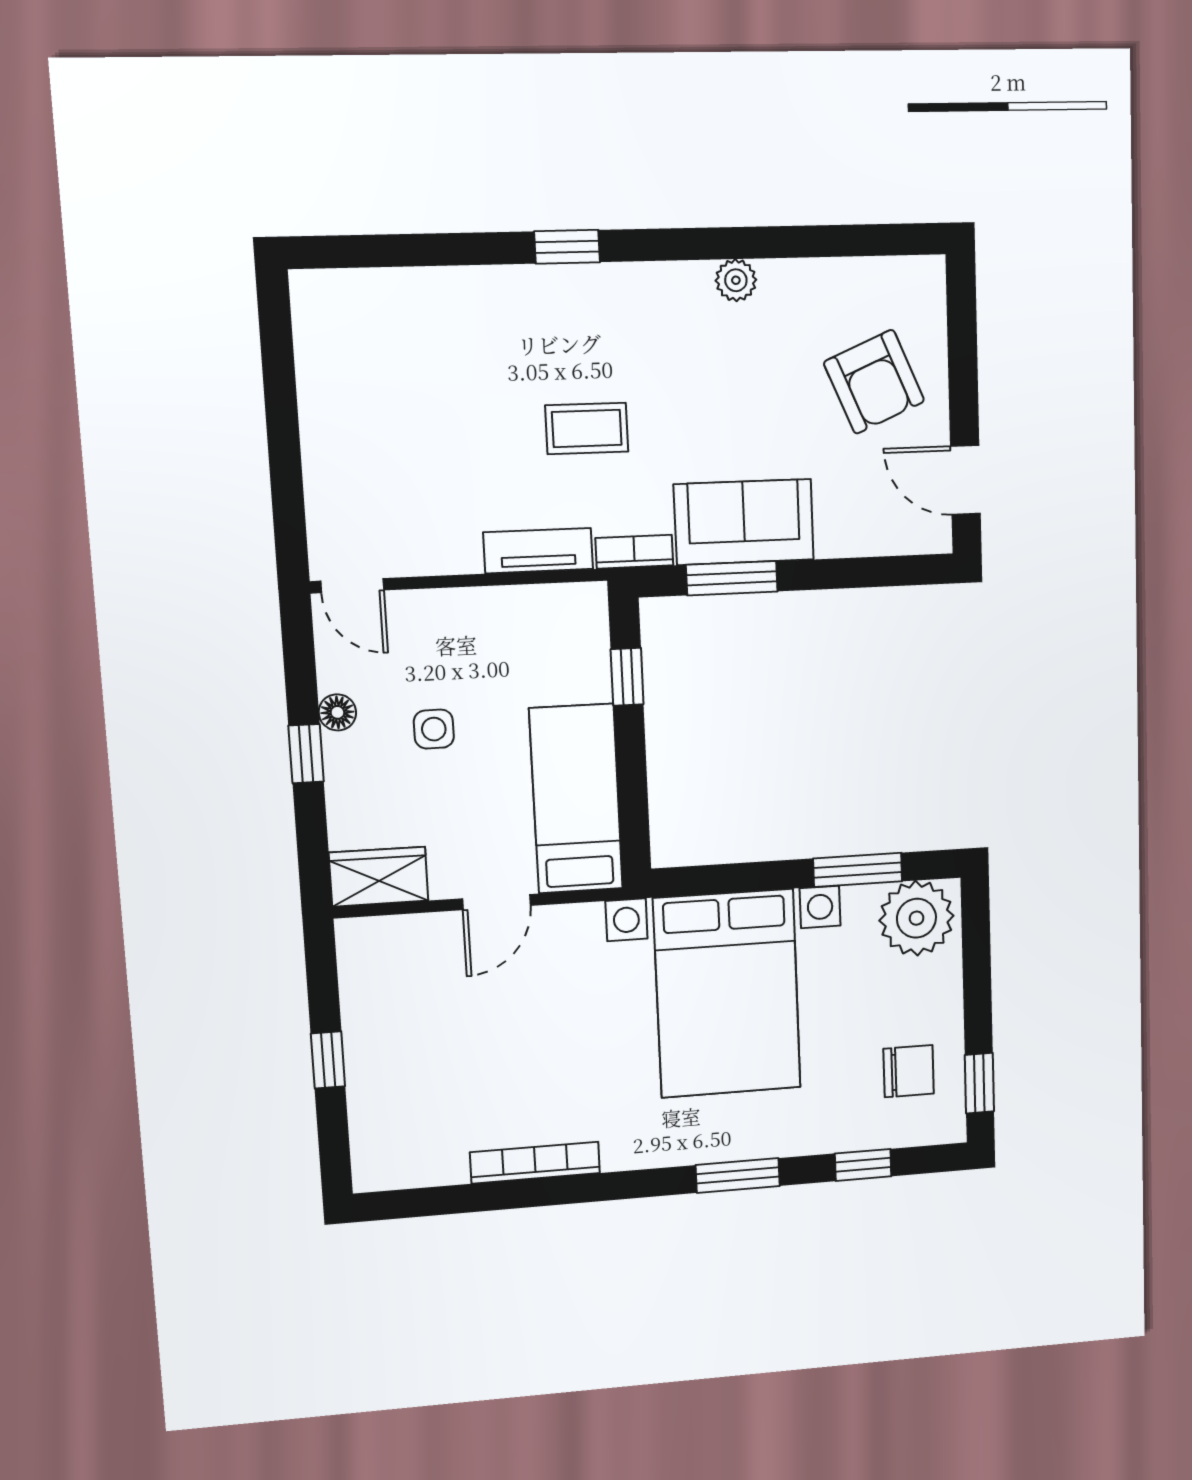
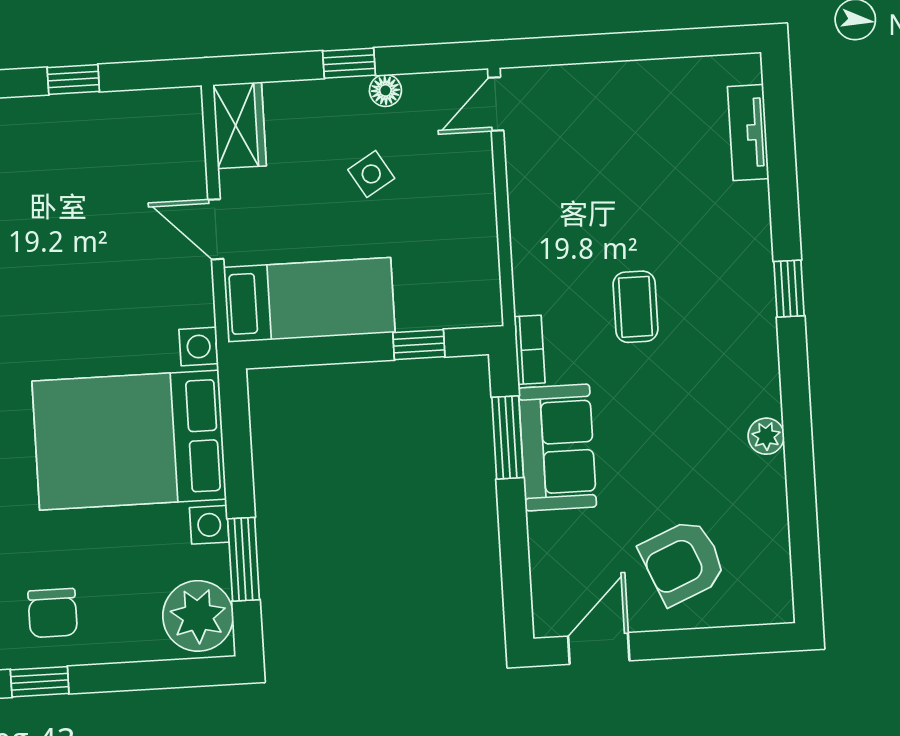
tv unit: (538, 551) -> (748, 133), moved, turned 180
side table: (434, 729) -> (371, 174), turned -31

